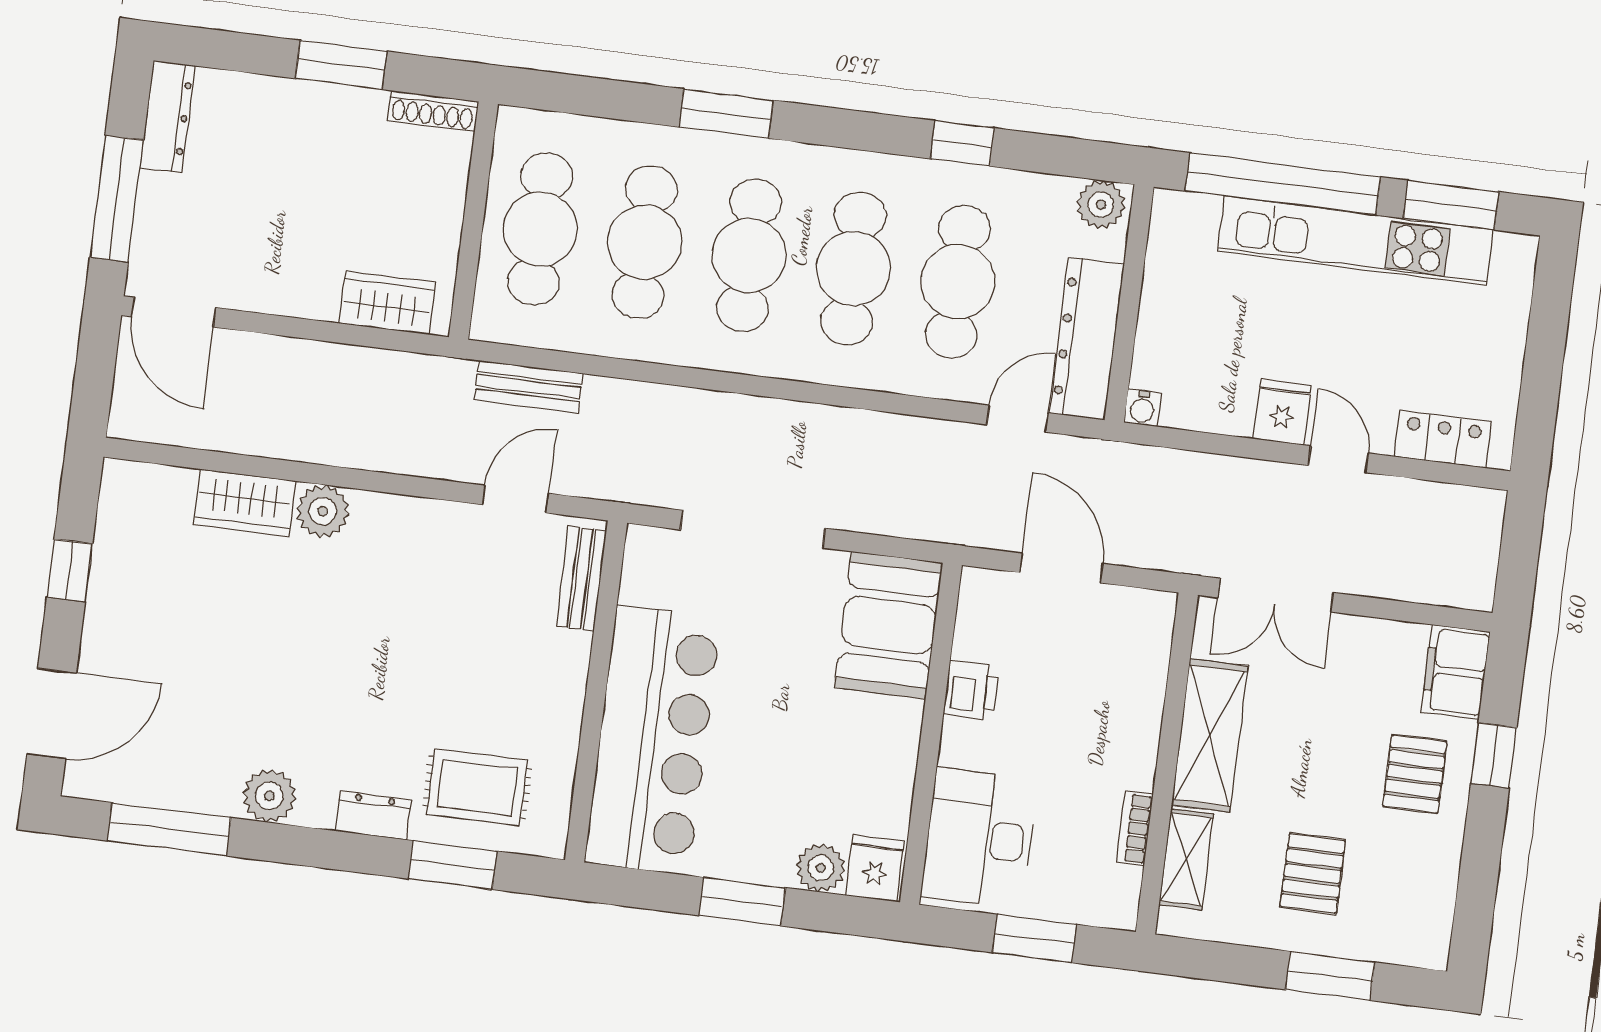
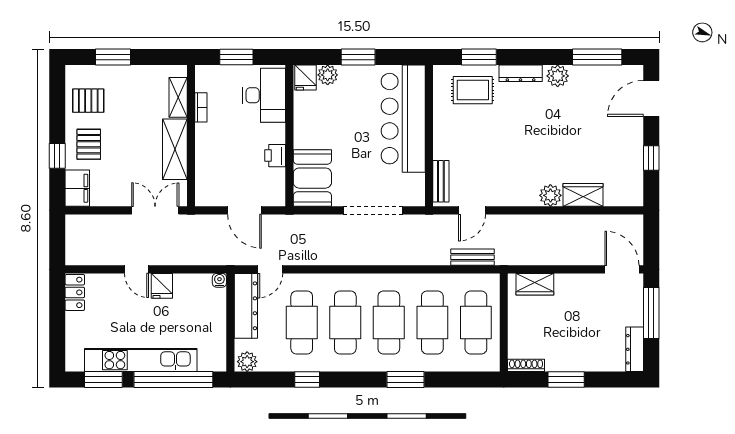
locker: (1443, 439) -> (75, 292), moved, turned -90
dresser: (373, 815) -> (521, 73), width x1.44
pallet: (1313, 873) -> (88, 101), moved, turned 90

